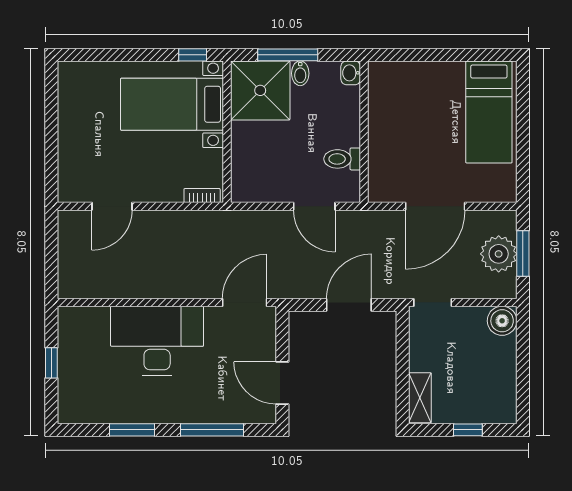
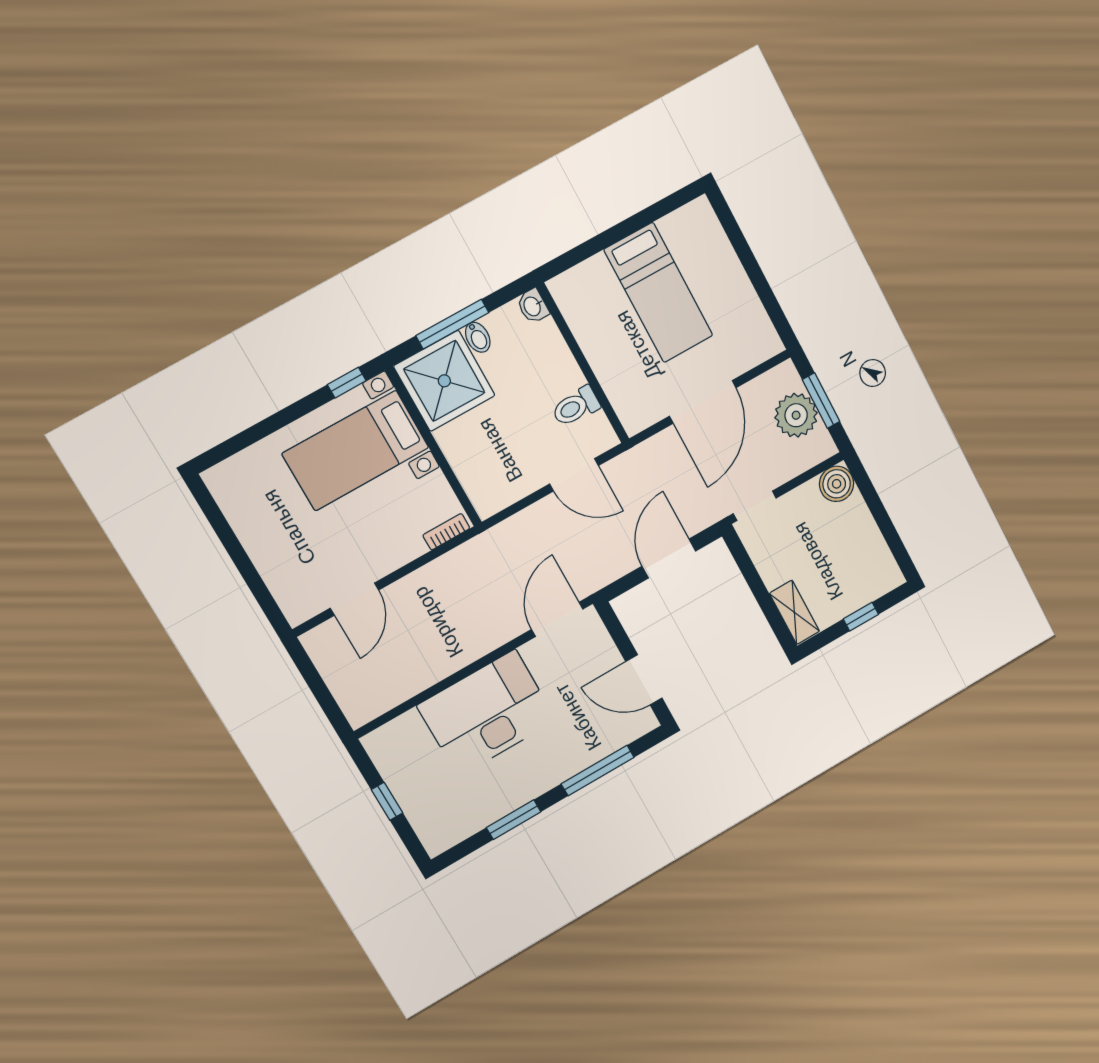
bed: (489, 112) -> (659, 293), moved

